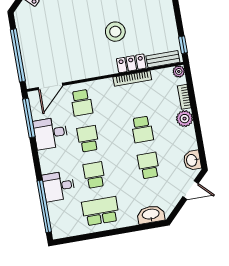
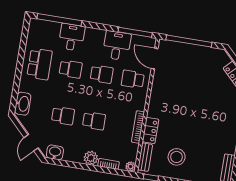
stool: (115, 32) -> (177, 157), moved
school desk: (142, 129) -> (94, 121), turned 180

